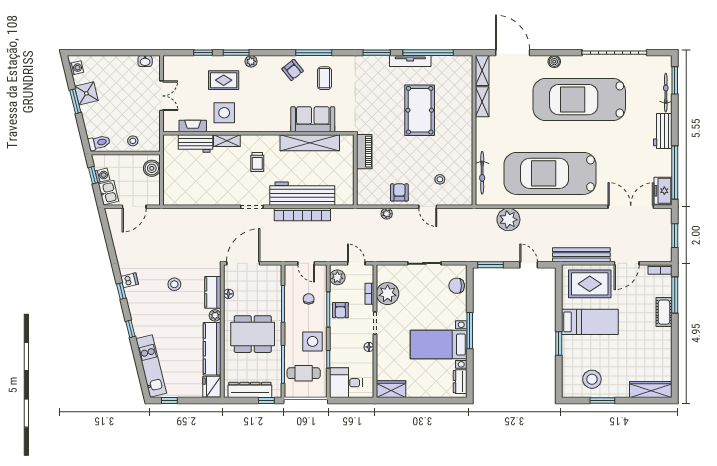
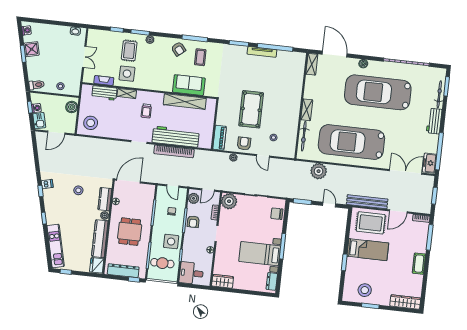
rug: (224, 80) -> (129, 51), turned 90
shelving: (482, 102) -> (307, 110), moved
pool table: (420, 110) -> (251, 109), moved
piano: (364, 152) -> (220, 138), moved
stool: (181, 188) -> (91, 123), added
door: (356, 263) -> (208, 190), swing flipped
plant: (388, 294) -> (229, 201), moved
cot: (664, 312) -> (419, 264), moved
dining table: (253, 334) -> (130, 232), width x0.73

